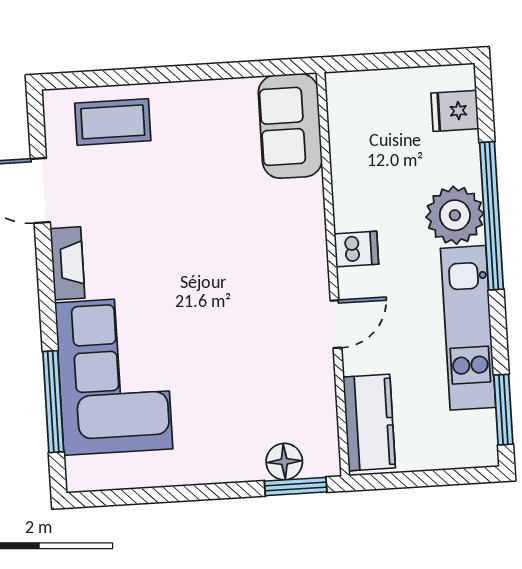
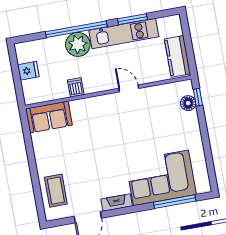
fridge: (455, 111) -> (28, 71), moved, turned -90
dishwasher: (356, 249) -> (76, 87), moved
window: (503, 410) -> (132, 19), moved
kitchen counter: (369, 423) -> (177, 56), moved, turned -90
window: (296, 486) -> (198, 97), width x0.67

